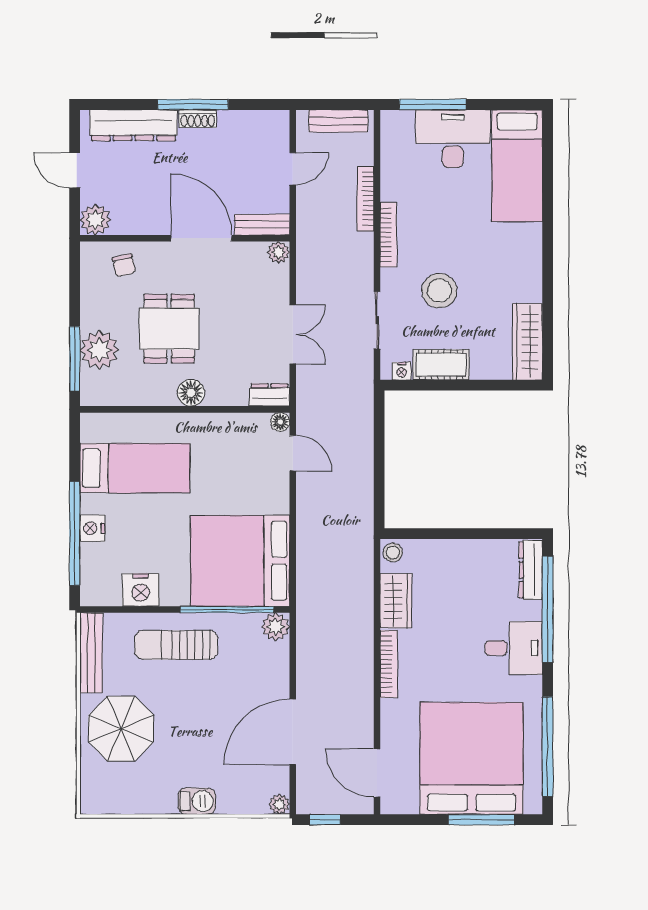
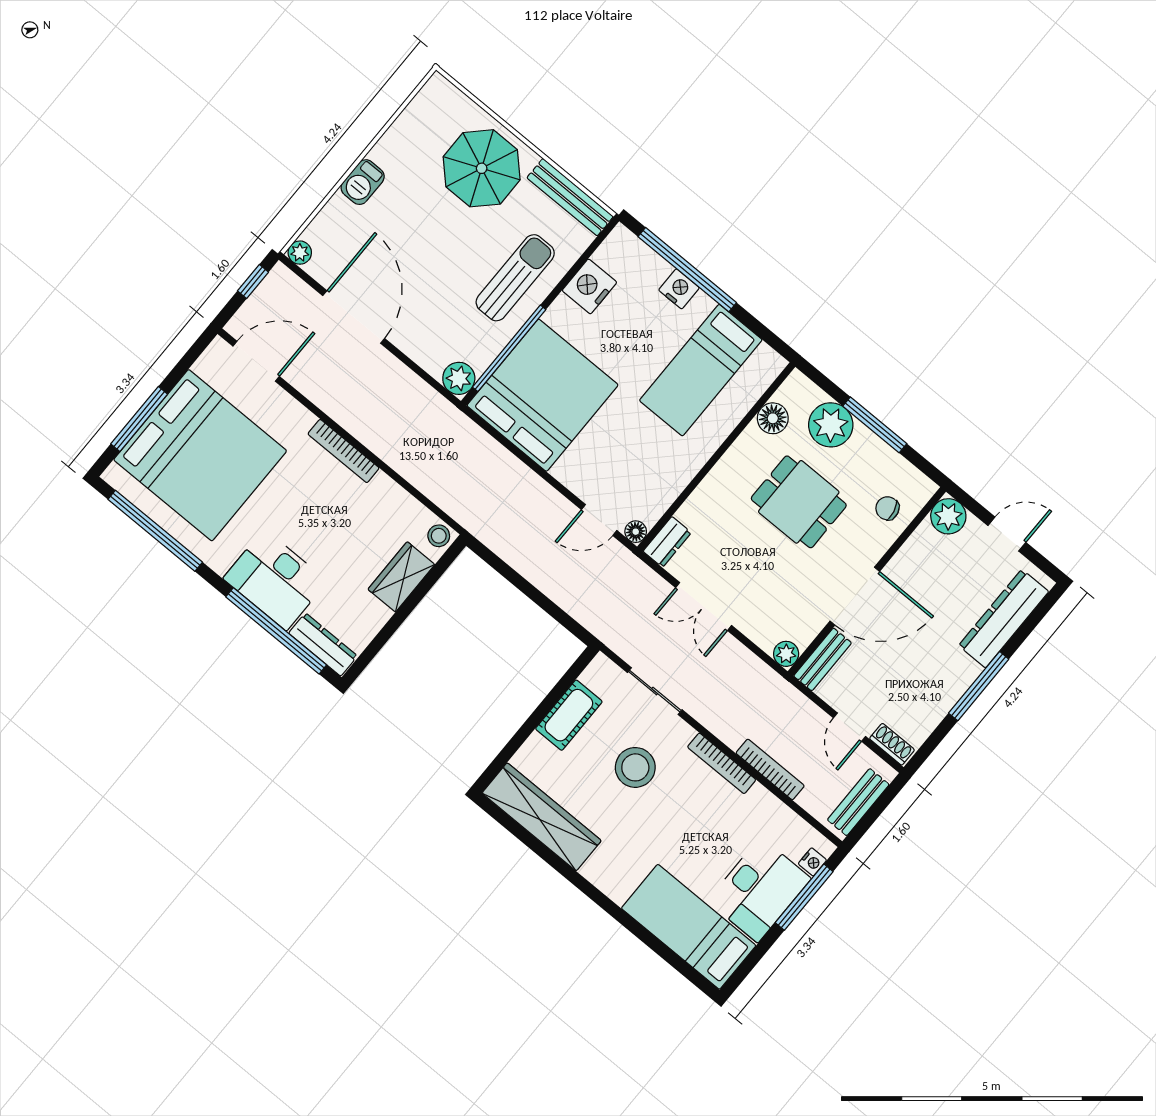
shoe rack: (198, 119) -> (892, 744), moved, turned 90
wardrobe: (528, 342) -> (542, 817), width x1.40, depth x1.17
window: (75, 359) -> (875, 425), moved
nightstand: (402, 371) -> (812, 862), moved, turned 180
floor lamp: (191, 393) -> (773, 418), moved
wardrobe: (396, 601) -> (401, 577), moved, turned 90
desk: (514, 648) -> (275, 580), width x1.37

